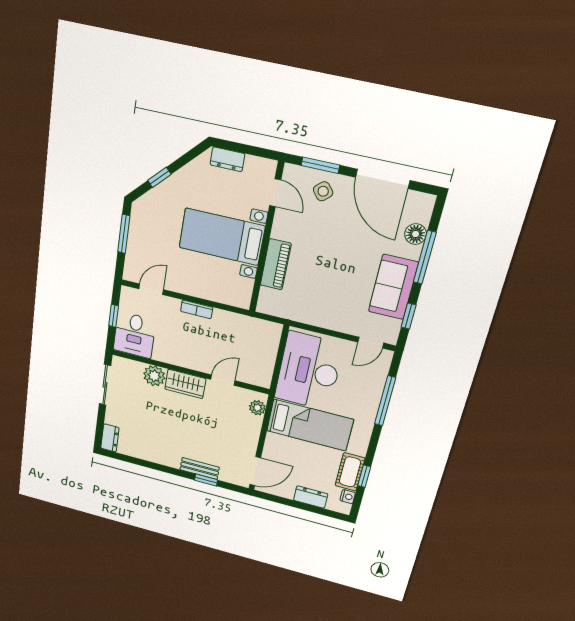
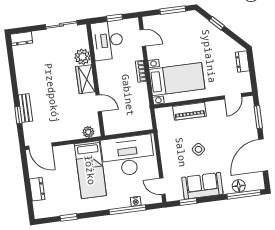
side table: (323, 191) -> (198, 149), moved
bed with nightstands: (222, 237) -> (177, 79), moved, turned 90
window: (425, 257) -> (244, 194), moved
desk: (134, 335) -> (107, 40), width x1.37
cot: (350, 472) -> (68, 207), removed
nightstand: (348, 497) -> (136, 201), moved

